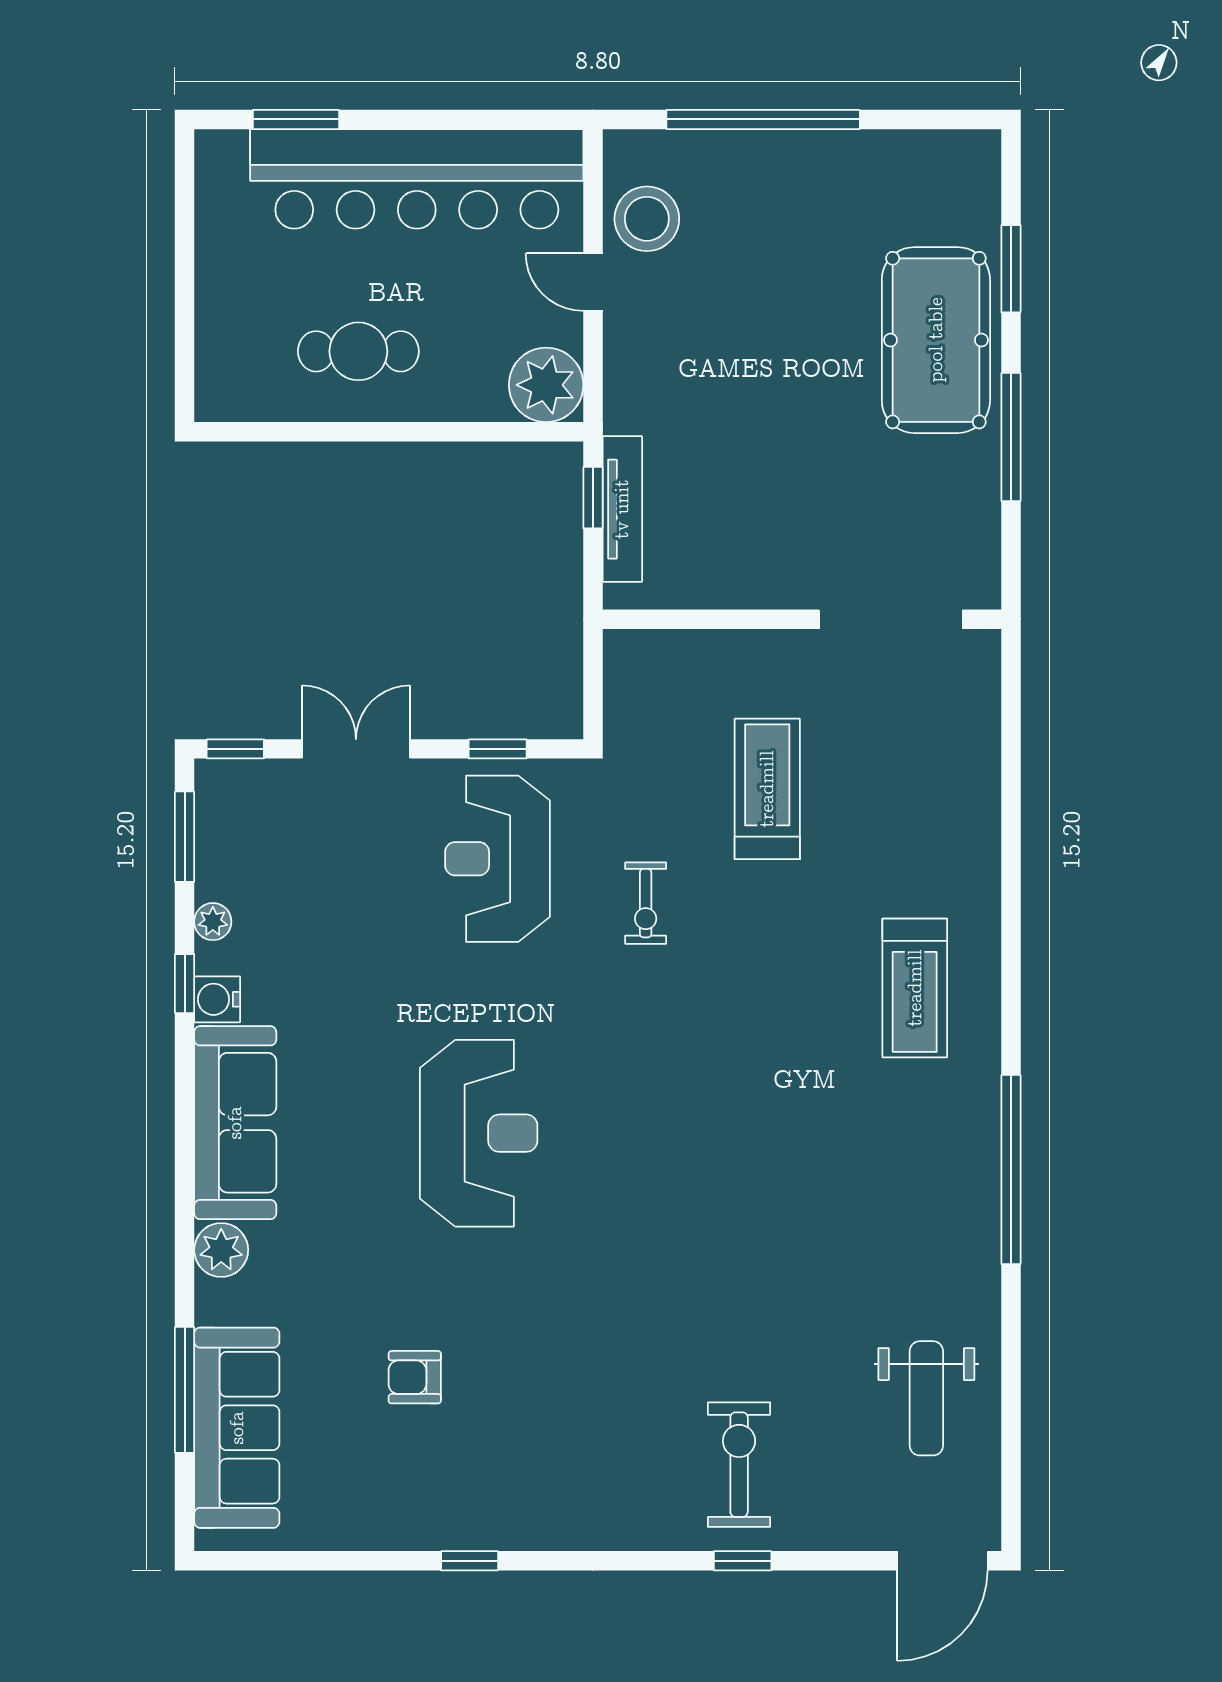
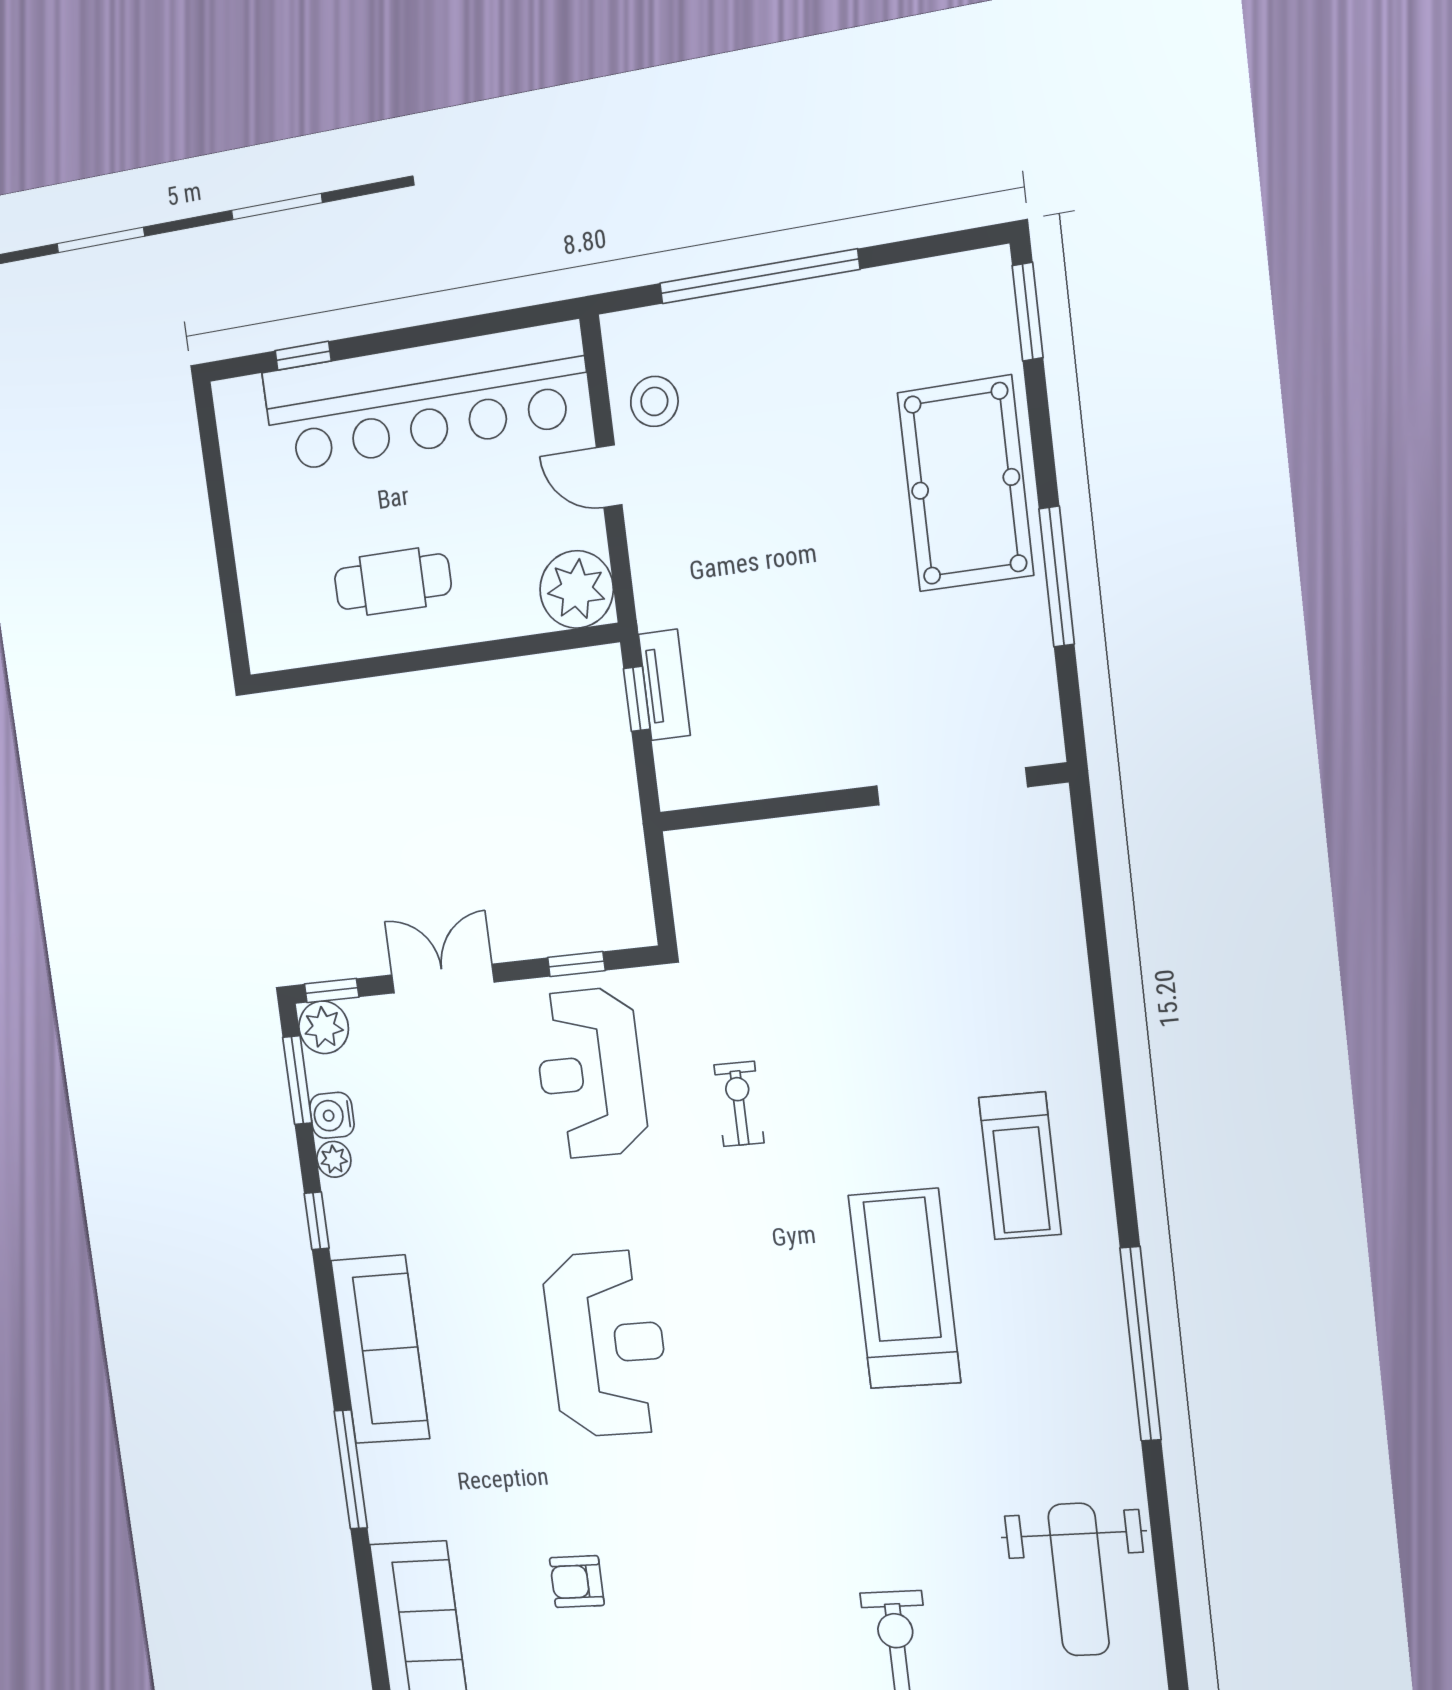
window: (296, 119) -> (303, 356), width x0.67
stool: (647, 219) -> (654, 401), width x0.73, depth x0.73
window: (1011, 269) -> (1028, 312), moved
tv unit: (622, 509) -> (664, 685), width x0.71
treadmill: (767, 789) -> (904, 1289), moved, width x1.37, depth x1.38
exercise bike: (646, 903) -> (739, 1104), turned 180
water cooler: (217, 999) -> (332, 1115), moved
plant: (221, 1250) -> (324, 1027), moved
window: (185, 1390) -> (351, 1469), moved
weight bench: (926, 1398) -> (1079, 1580), width x1.36, depth x1.33

